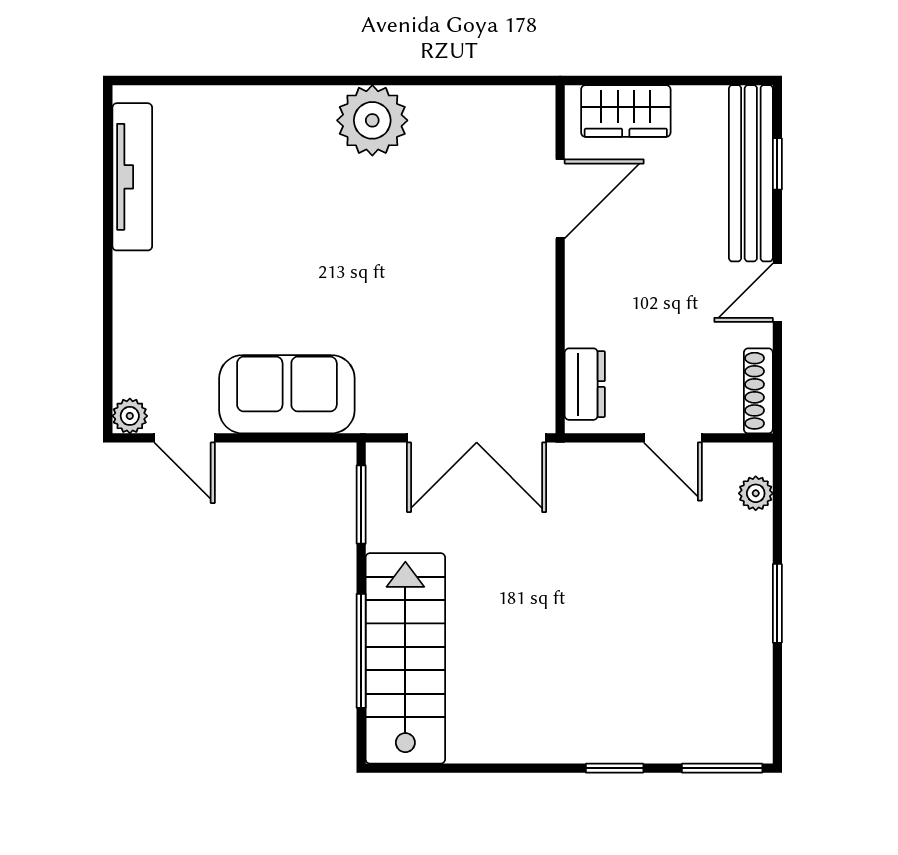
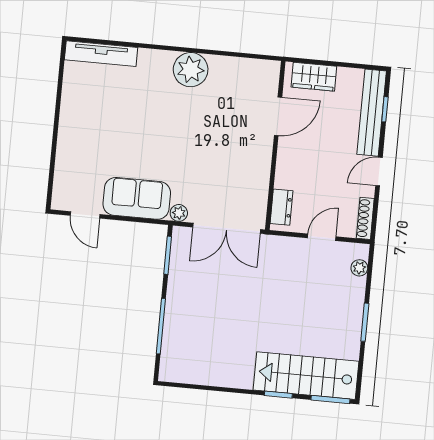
tv unit: (132, 177) -> (101, 54), moved, turned 90
plant: (130, 416) -> (179, 213), moved
door: (673, 438) -> (322, 237), swing flipped
stairs: (405, 658) -> (306, 376), moved, turned -90

